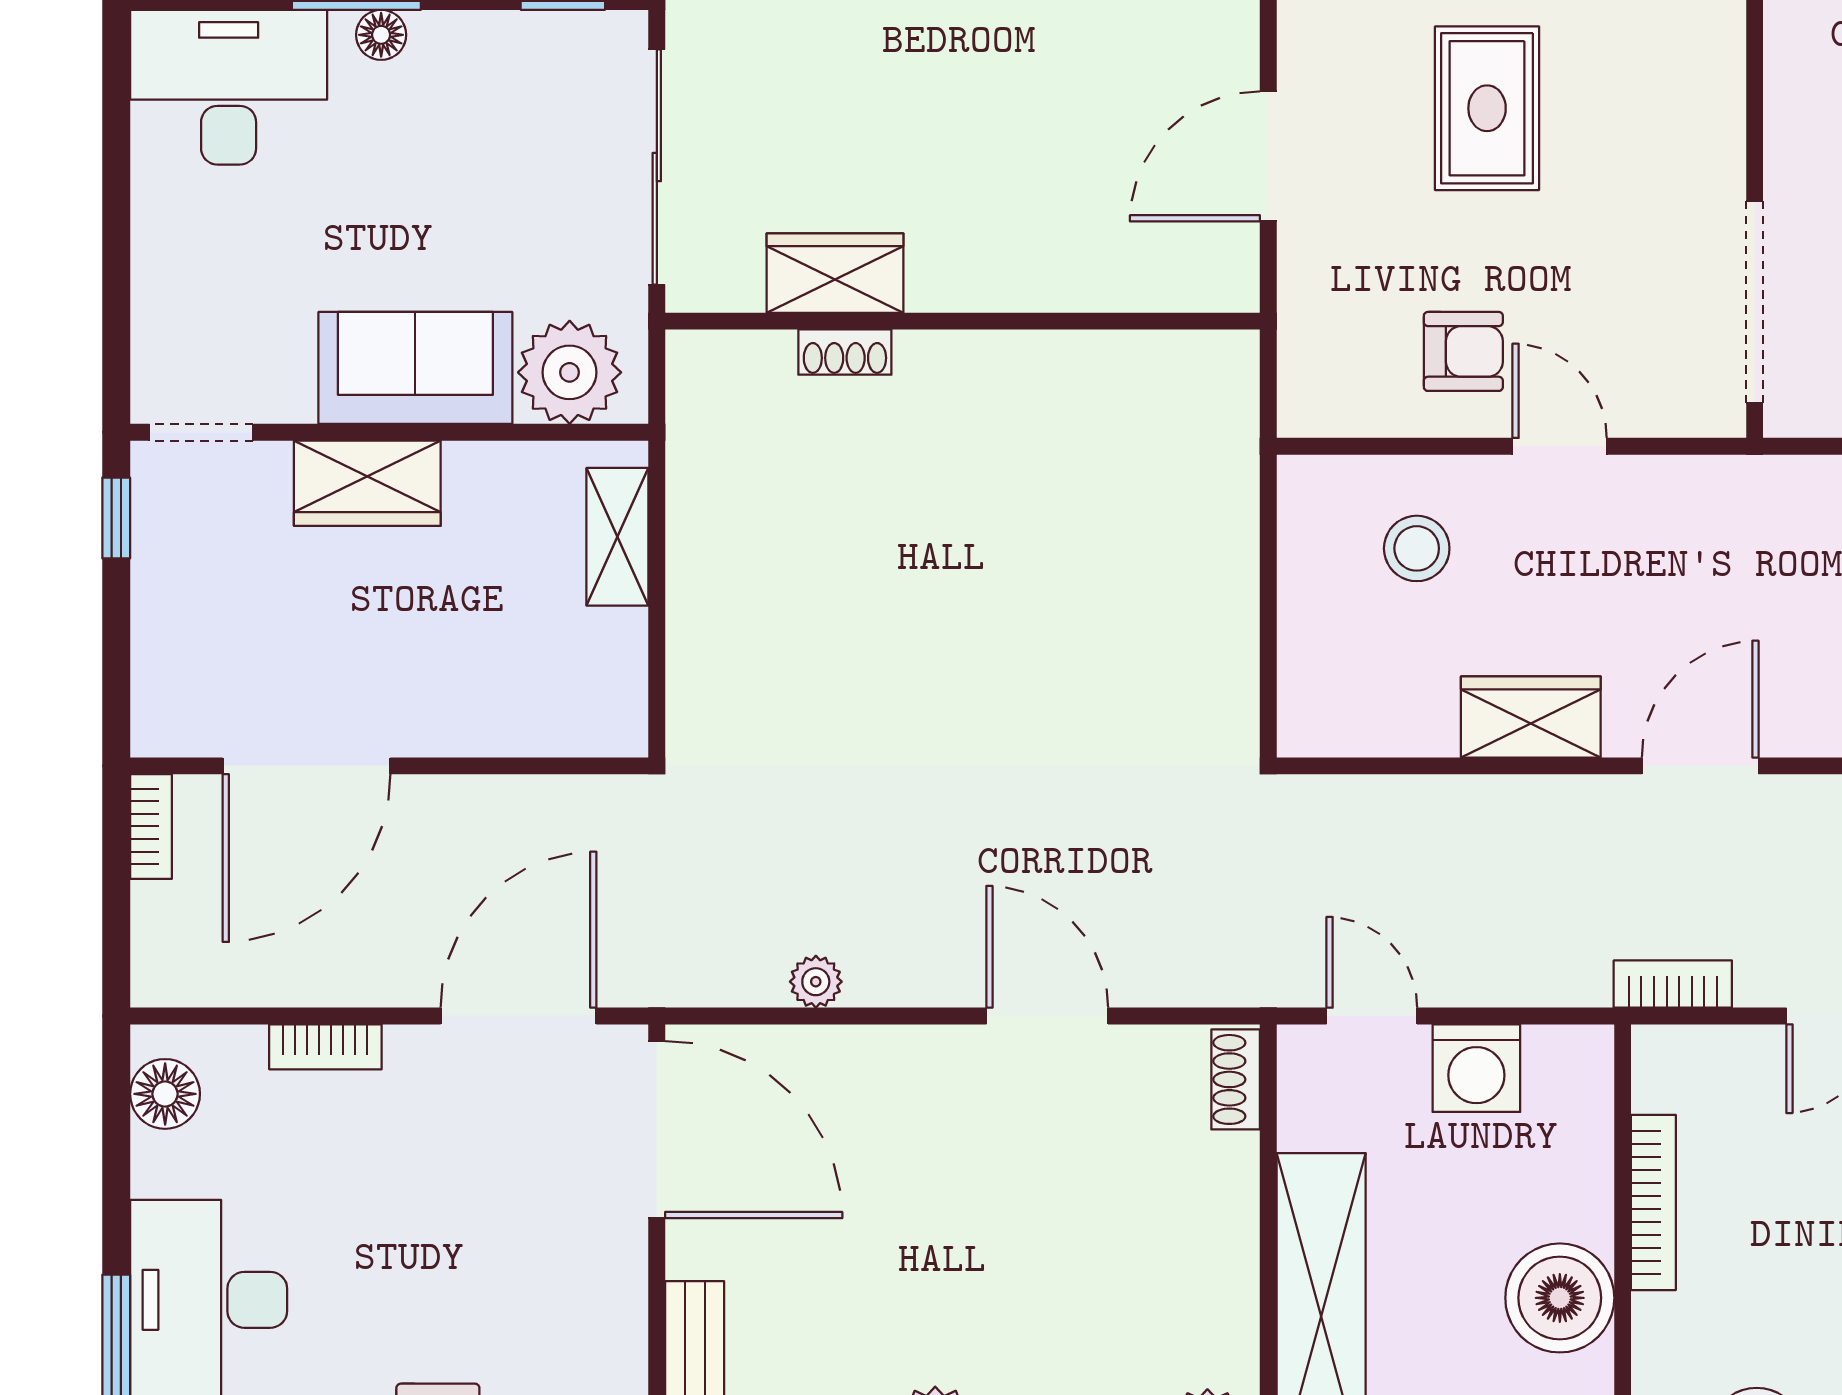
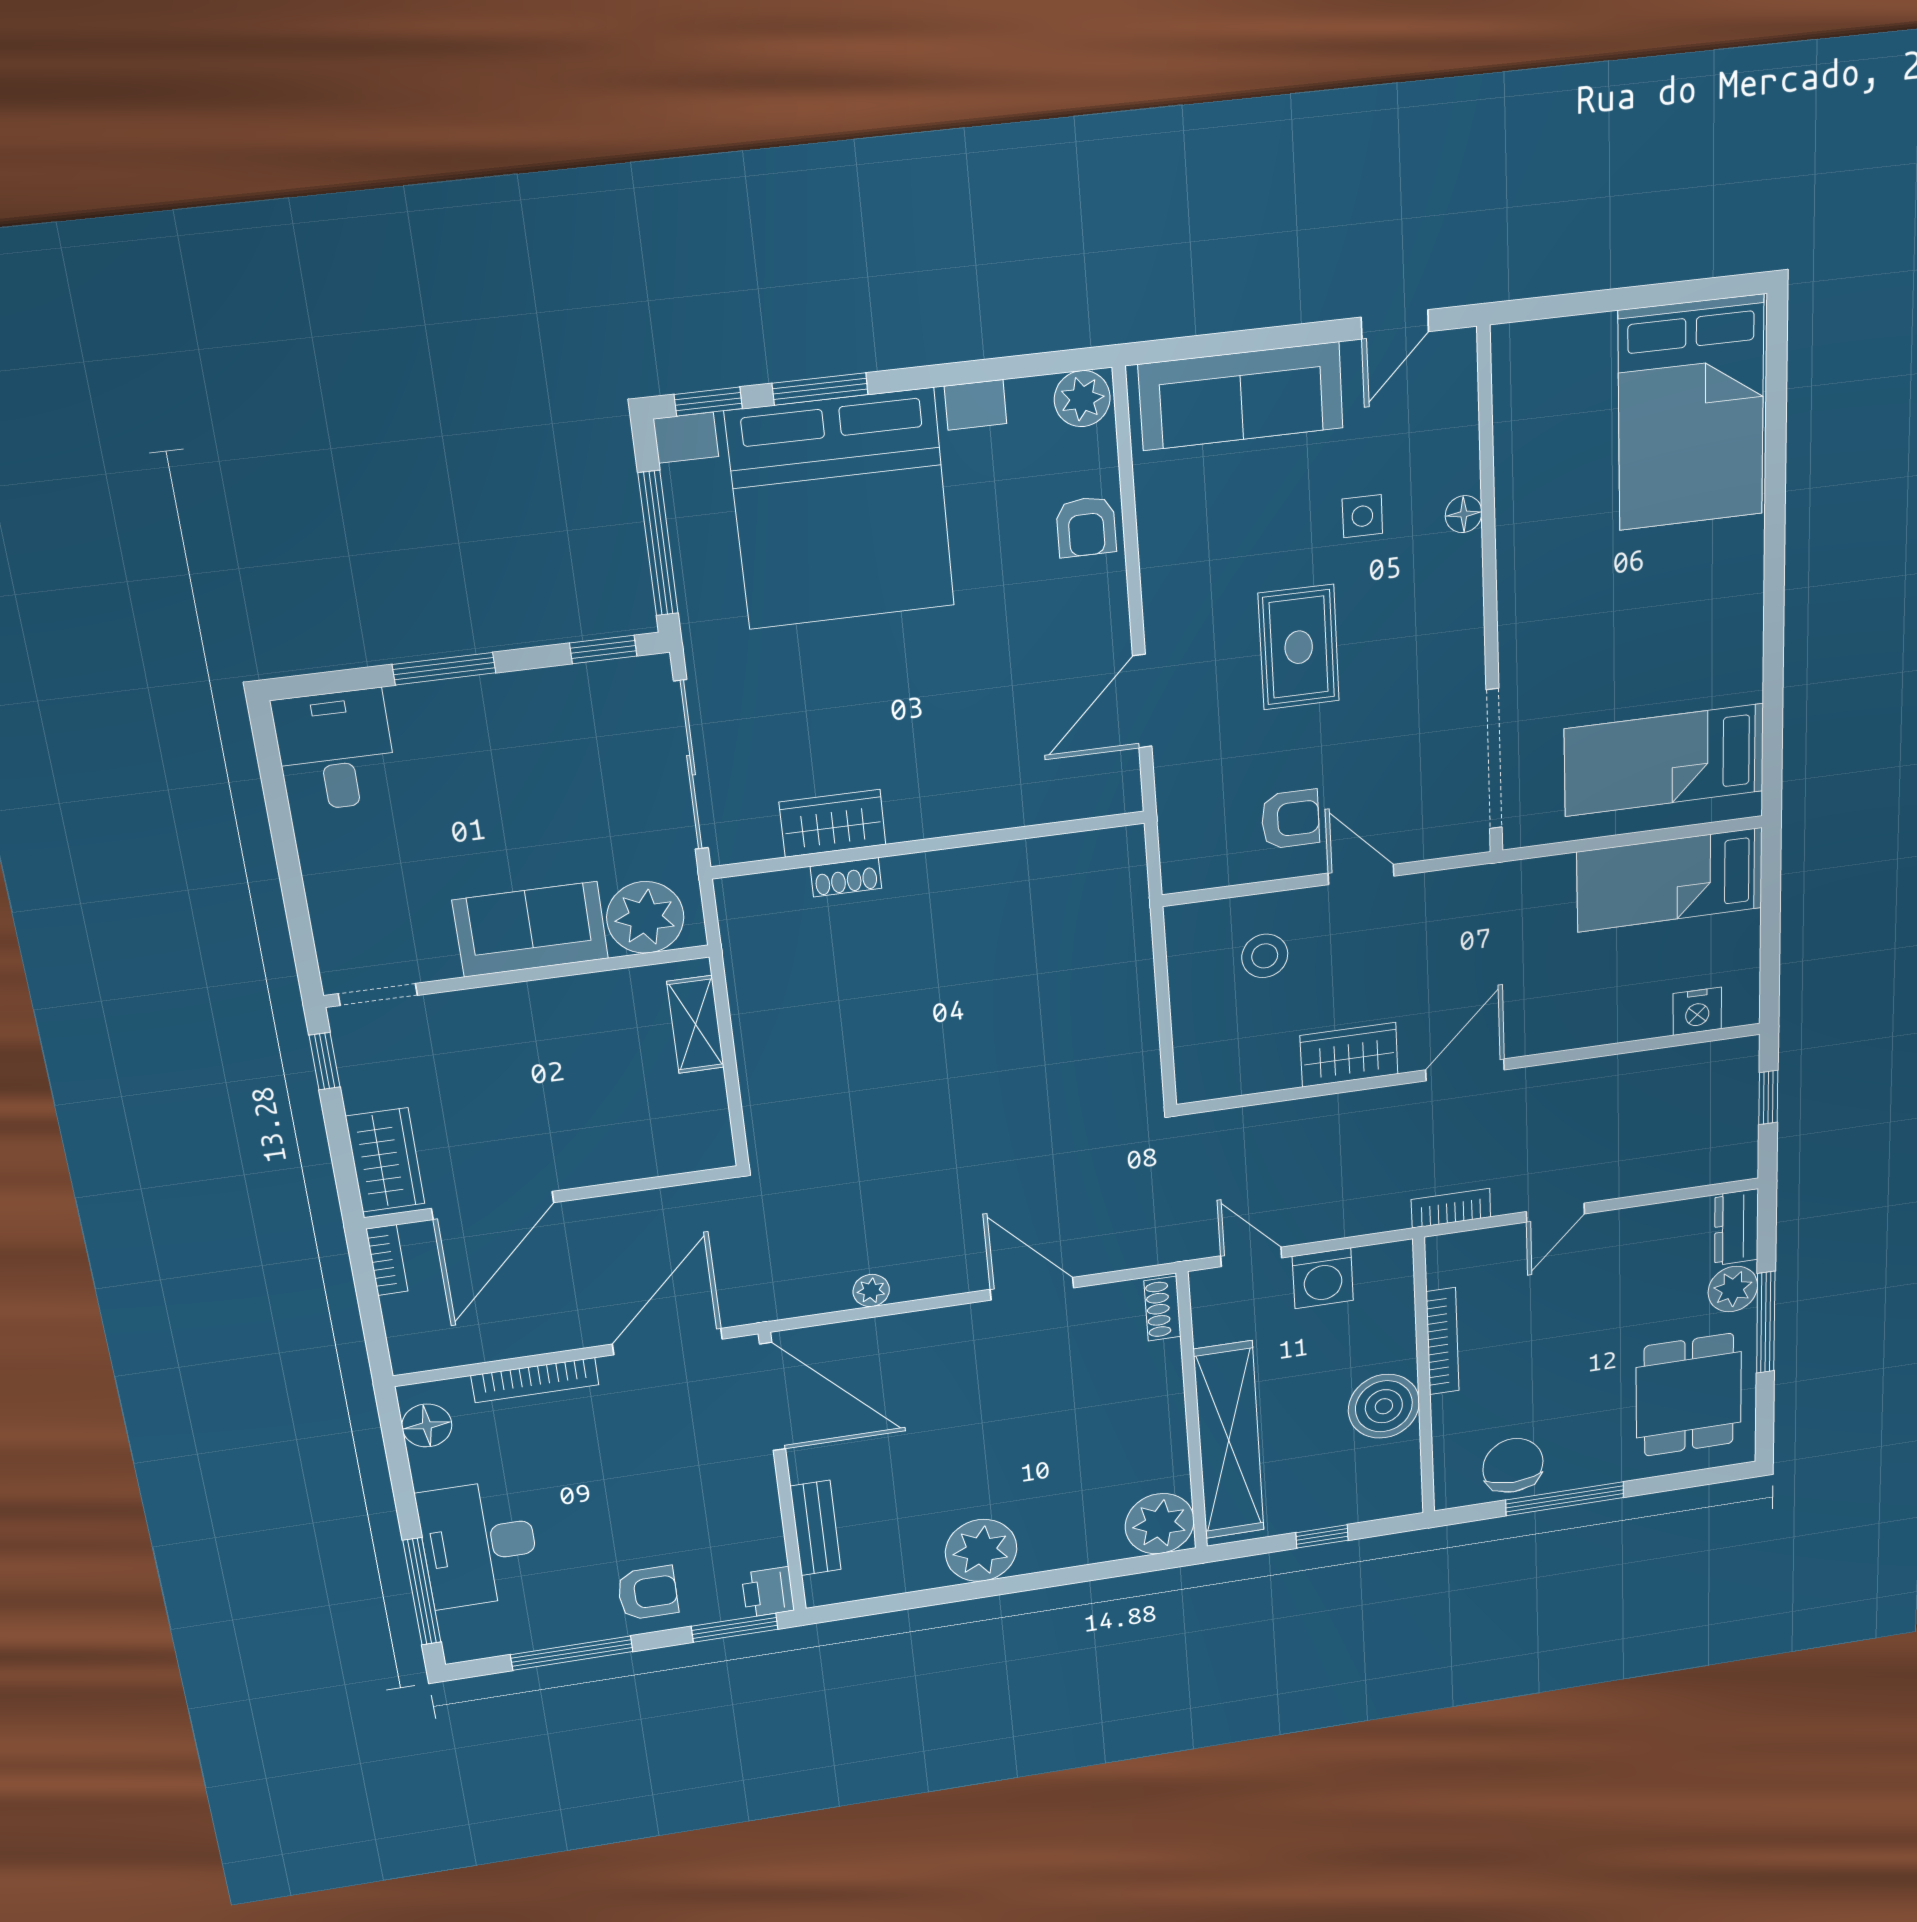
floor lamp: (381, 35) -> (468, 695), removed
desk: (229, 87) -> (335, 750), width x0.73
wardrobe: (367, 483) -> (385, 1160), moved, turned -90
bookcase: (325, 1047) -> (535, 1380), width x1.56

